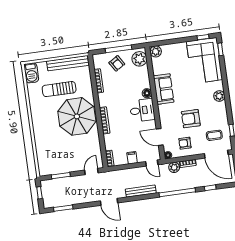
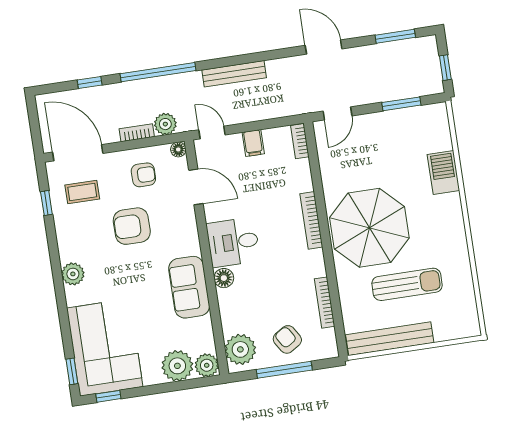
plant: (170, 51) -> (177, 366), added
barbecue: (31, 73) -> (443, 173), moved
armchair: (191, 119) -> (132, 226), turned 180
door: (109, 202) -> (324, 47), moved

